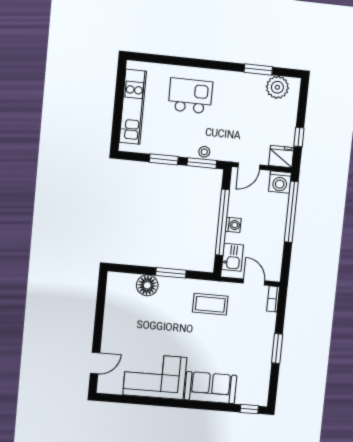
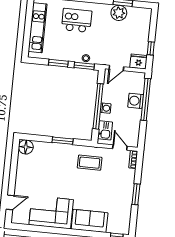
plant: (277, 87) -> (119, 13), moved
washing machine: (280, 182) -> (136, 101), moved, turned 90
floor lamp: (147, 285) -> (26, 147), moved

